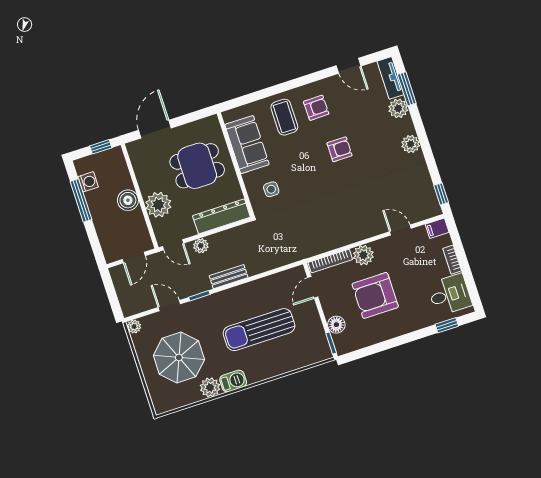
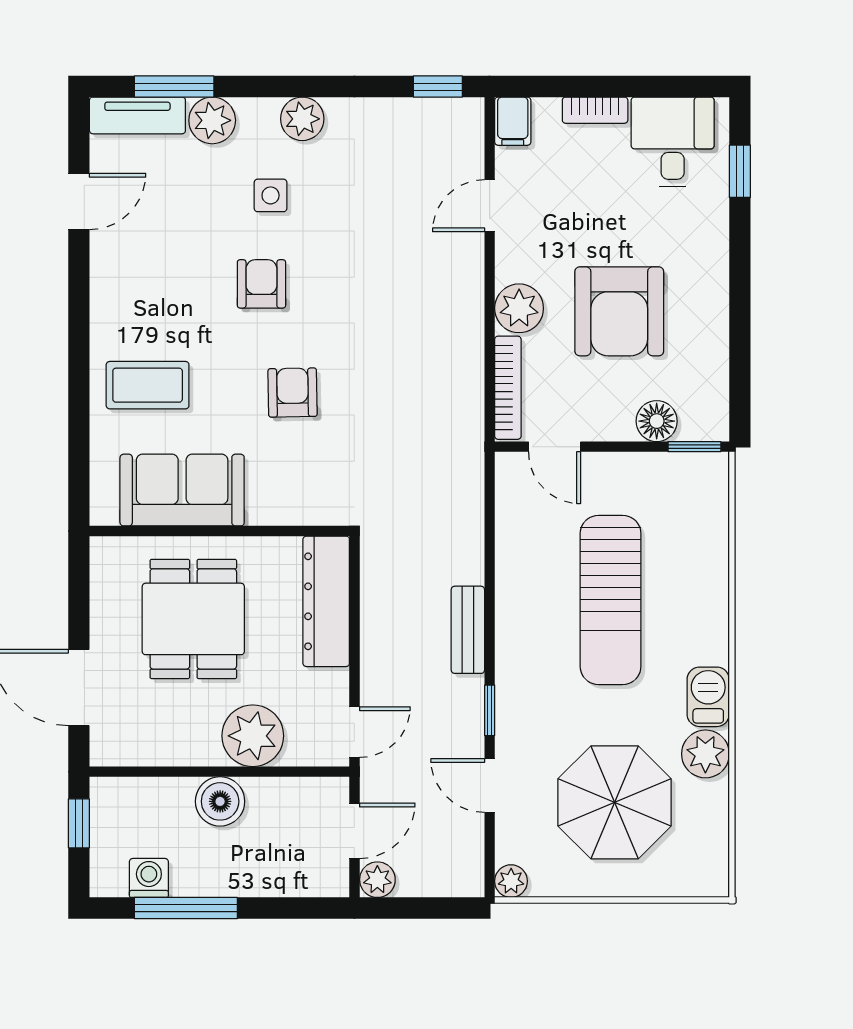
armchair: (316, 108) -> (293, 393), moved
side table: (271, 189) -> (271, 195), moved
plant: (201, 246) -> (377, 880), moved
door: (134, 258) -> (354, 831), hinge flipped
door: (169, 306) -> (490, 786), hinge flipped

